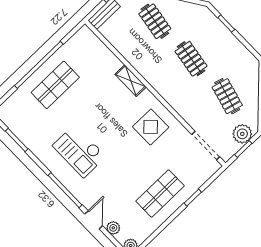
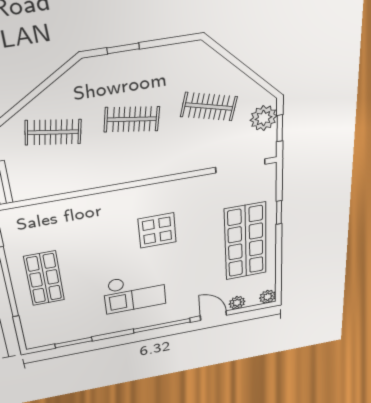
shelving: (131, 81) -> (102, 201), removed
display table: (151, 127) -> (157, 231), moved
shop shelf: (160, 193) -> (246, 241), width x1.43, depth x1.36

